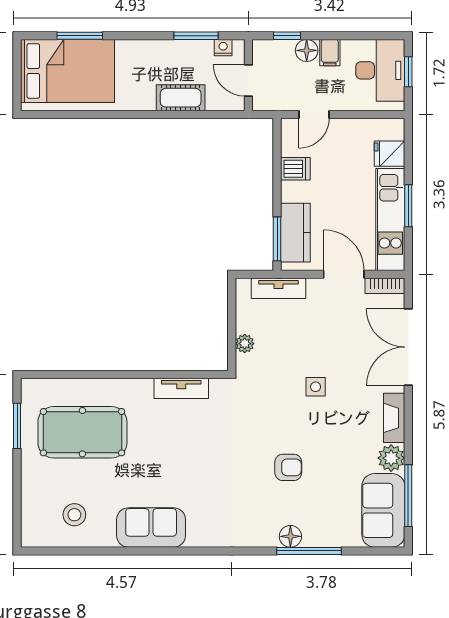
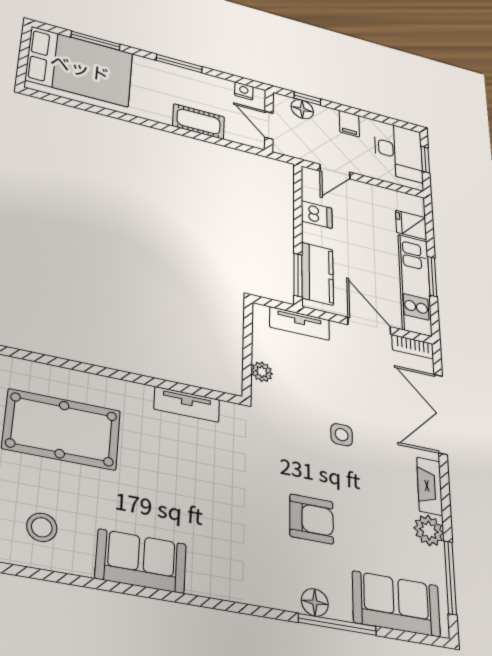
window: (196, 36) -> (179, 64), moved
floor lamp: (307, 50) -> (302, 109), moved
armchair: (288, 467) -> (312, 519), width x1.38, depth x1.38
sofa: (383, 510) -> (396, 604), moved, turned 90

